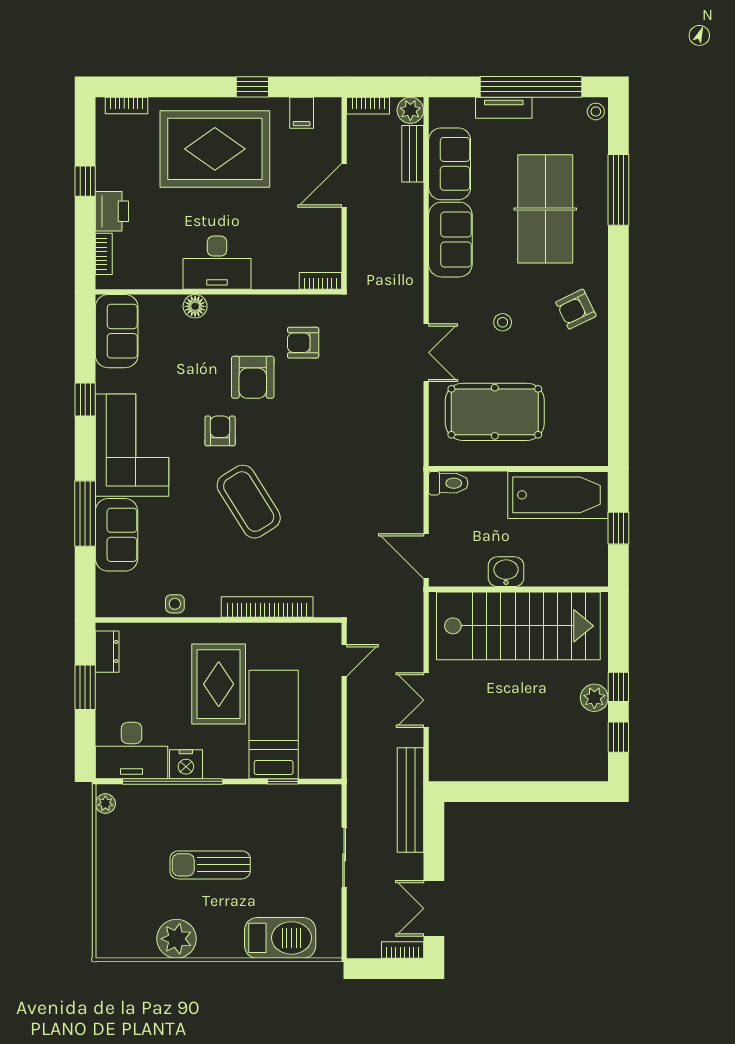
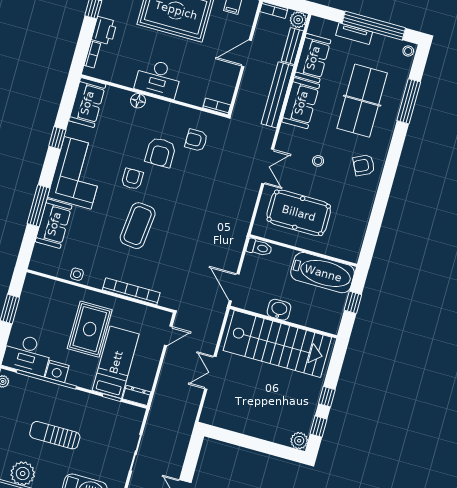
coffee table: (249, 502) -> (138, 226), turned 38
dresser: (107, 652) -> (137, 395), moved, turned -90
plant: (594, 698) -> (299, 441), moved
bench: (411, 800) -> (277, 95), moved

